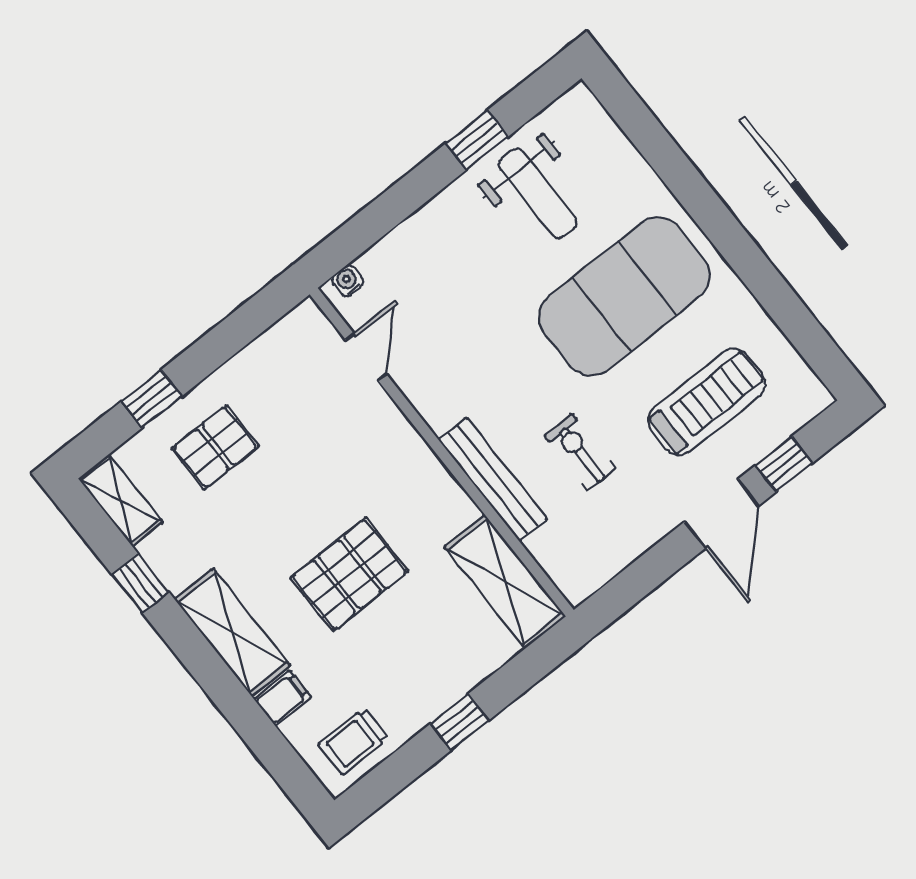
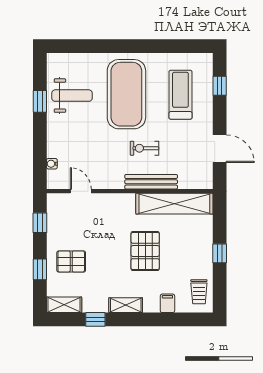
water cooler: (348, 281) -> (52, 164), moved
window: (242, 327) -> (40, 223), added
pallet: (215, 447) -> (71, 261), turned 90
exercise bike: (580, 452) -> (144, 148), moved
door: (721, 514) -> (220, 149), moved
shelving: (505, 582) -> (174, 204), width x1.47
shelving: (232, 632) -> (126, 305), width x0.67, depth x0.75

